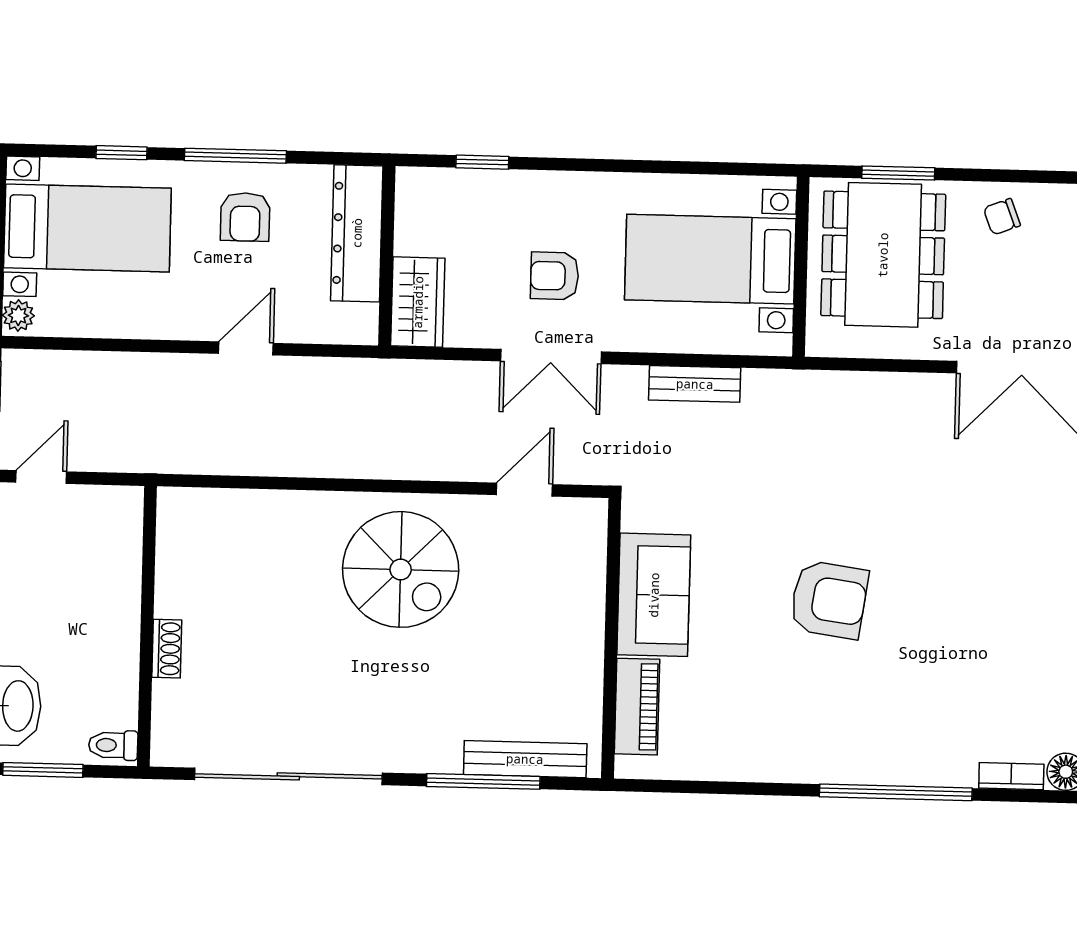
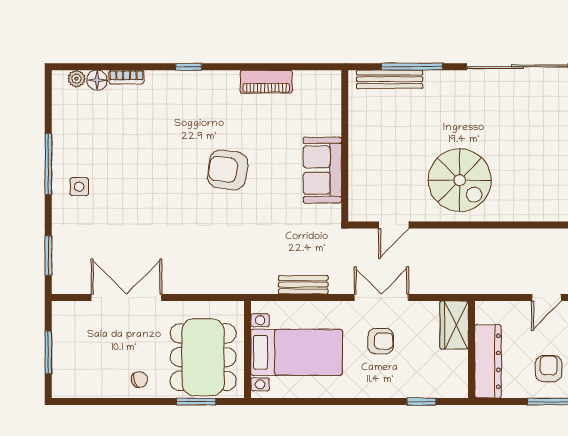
spiral stairs: (401, 569) -> (460, 180), turned 180
piano: (637, 707) -> (266, 82), moved, turned -90
window: (896, 792) -> (189, 67), width x0.32

